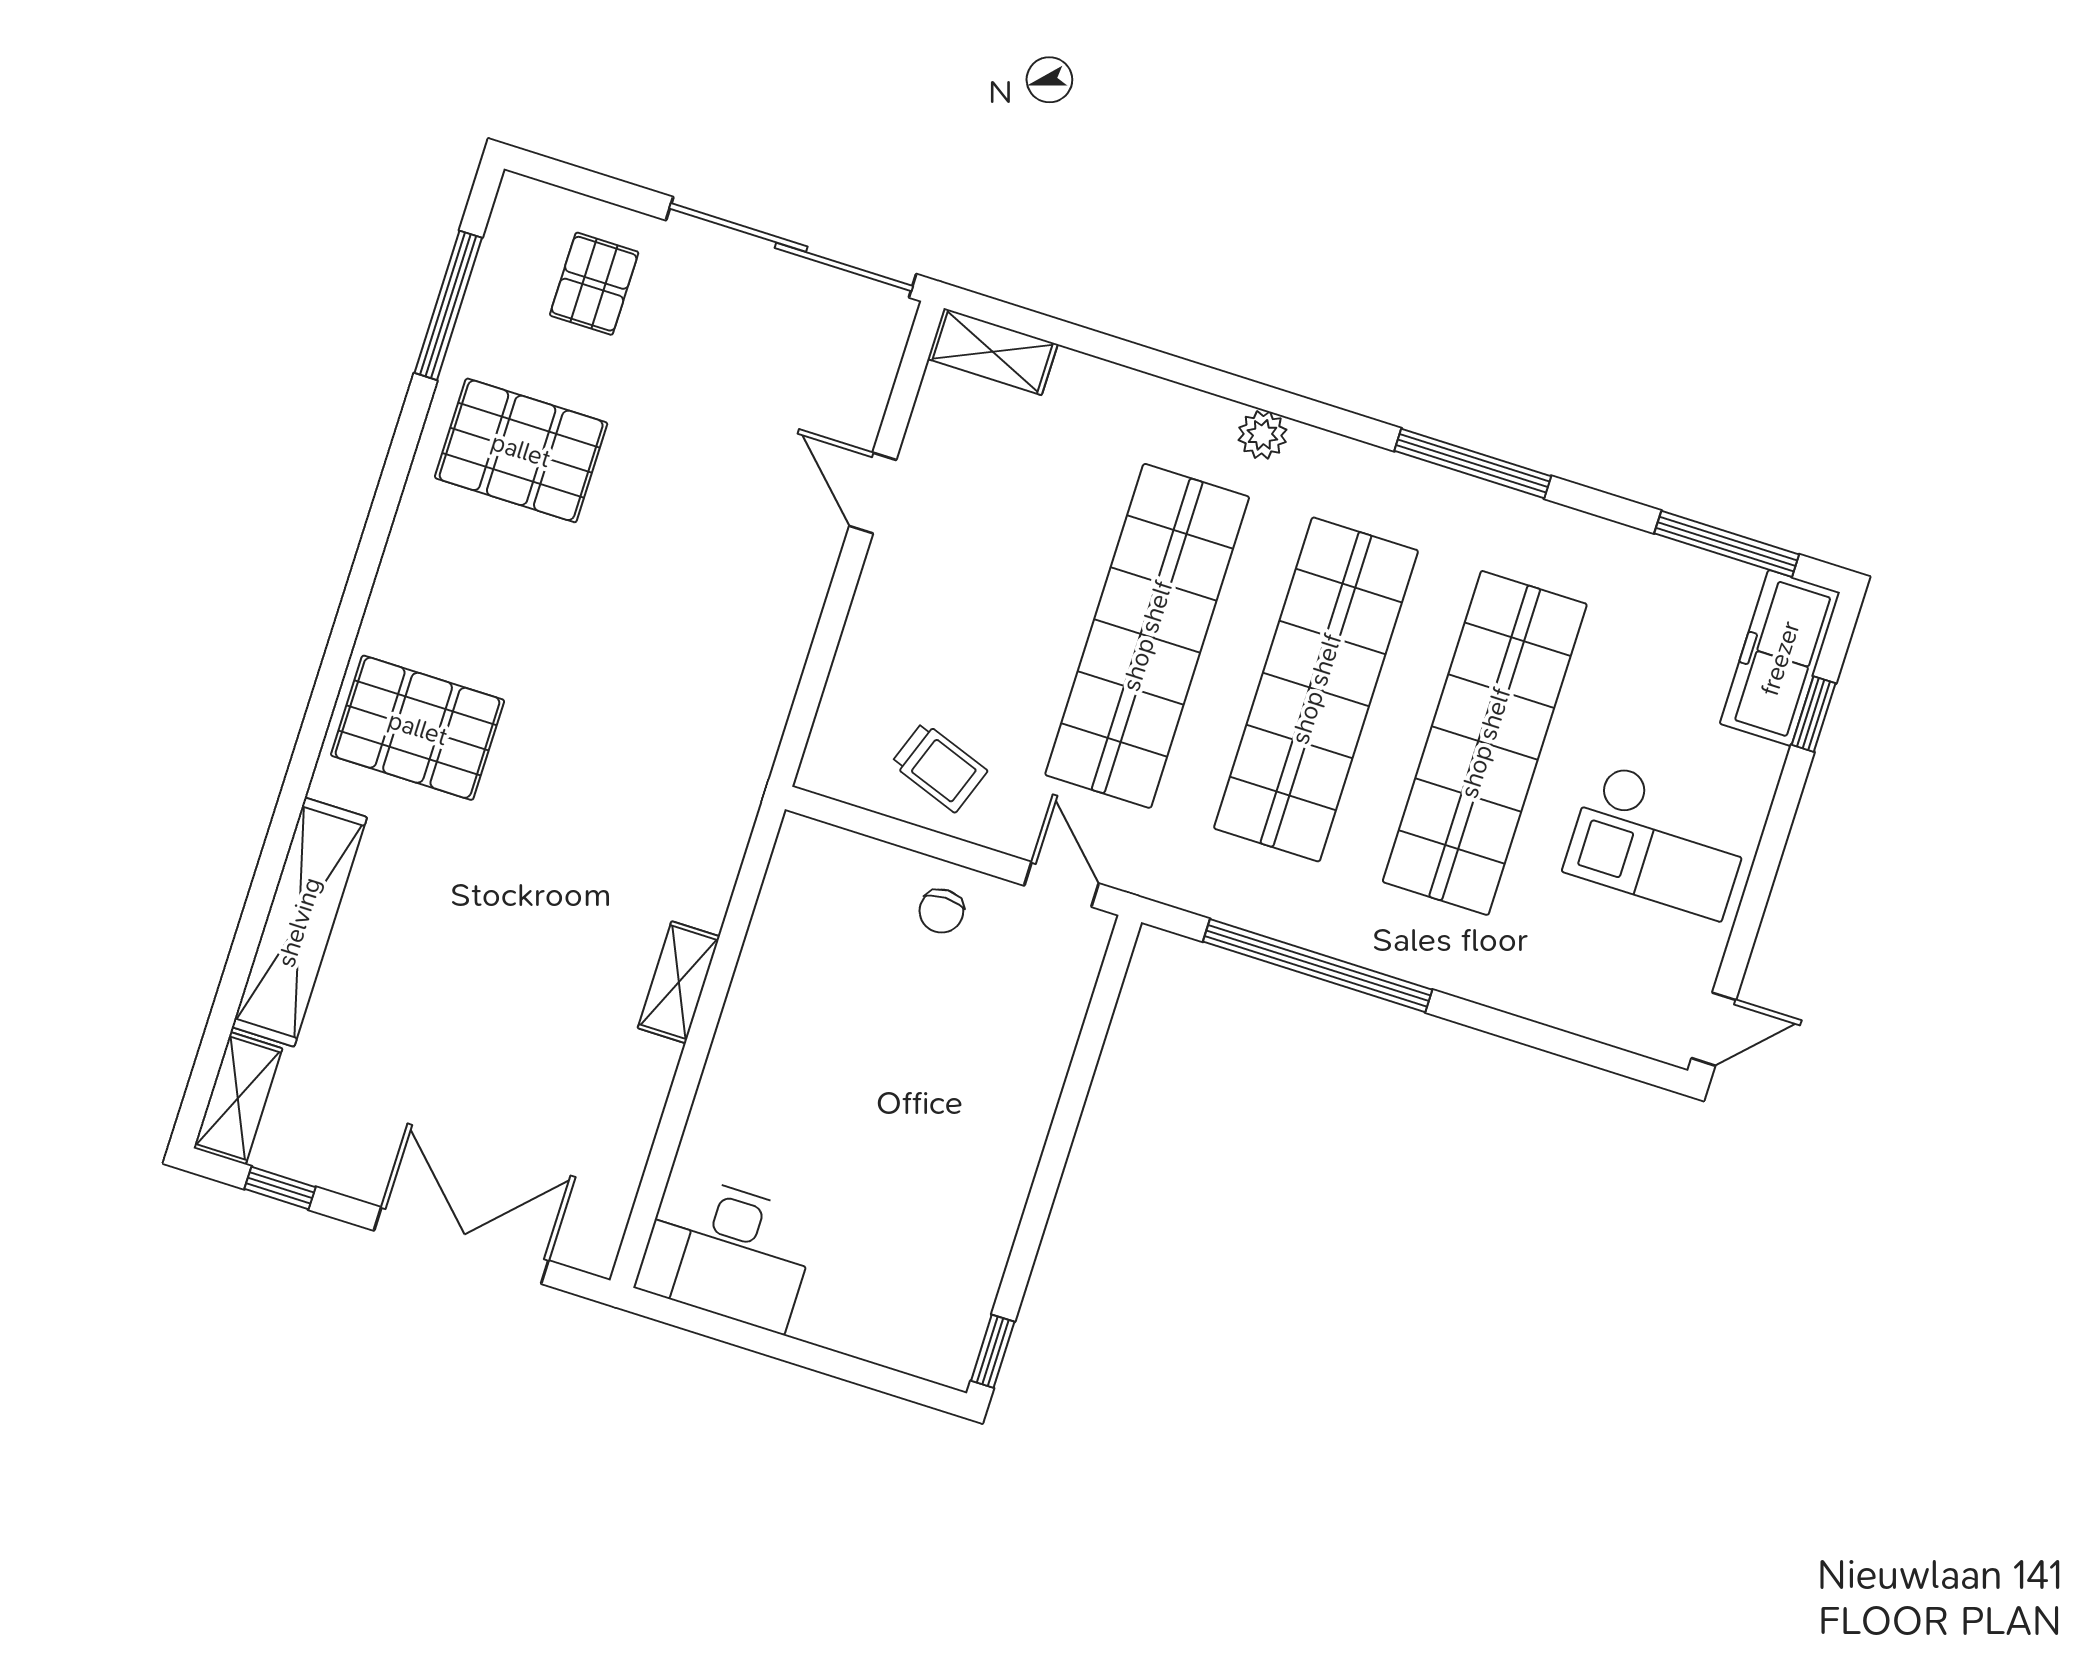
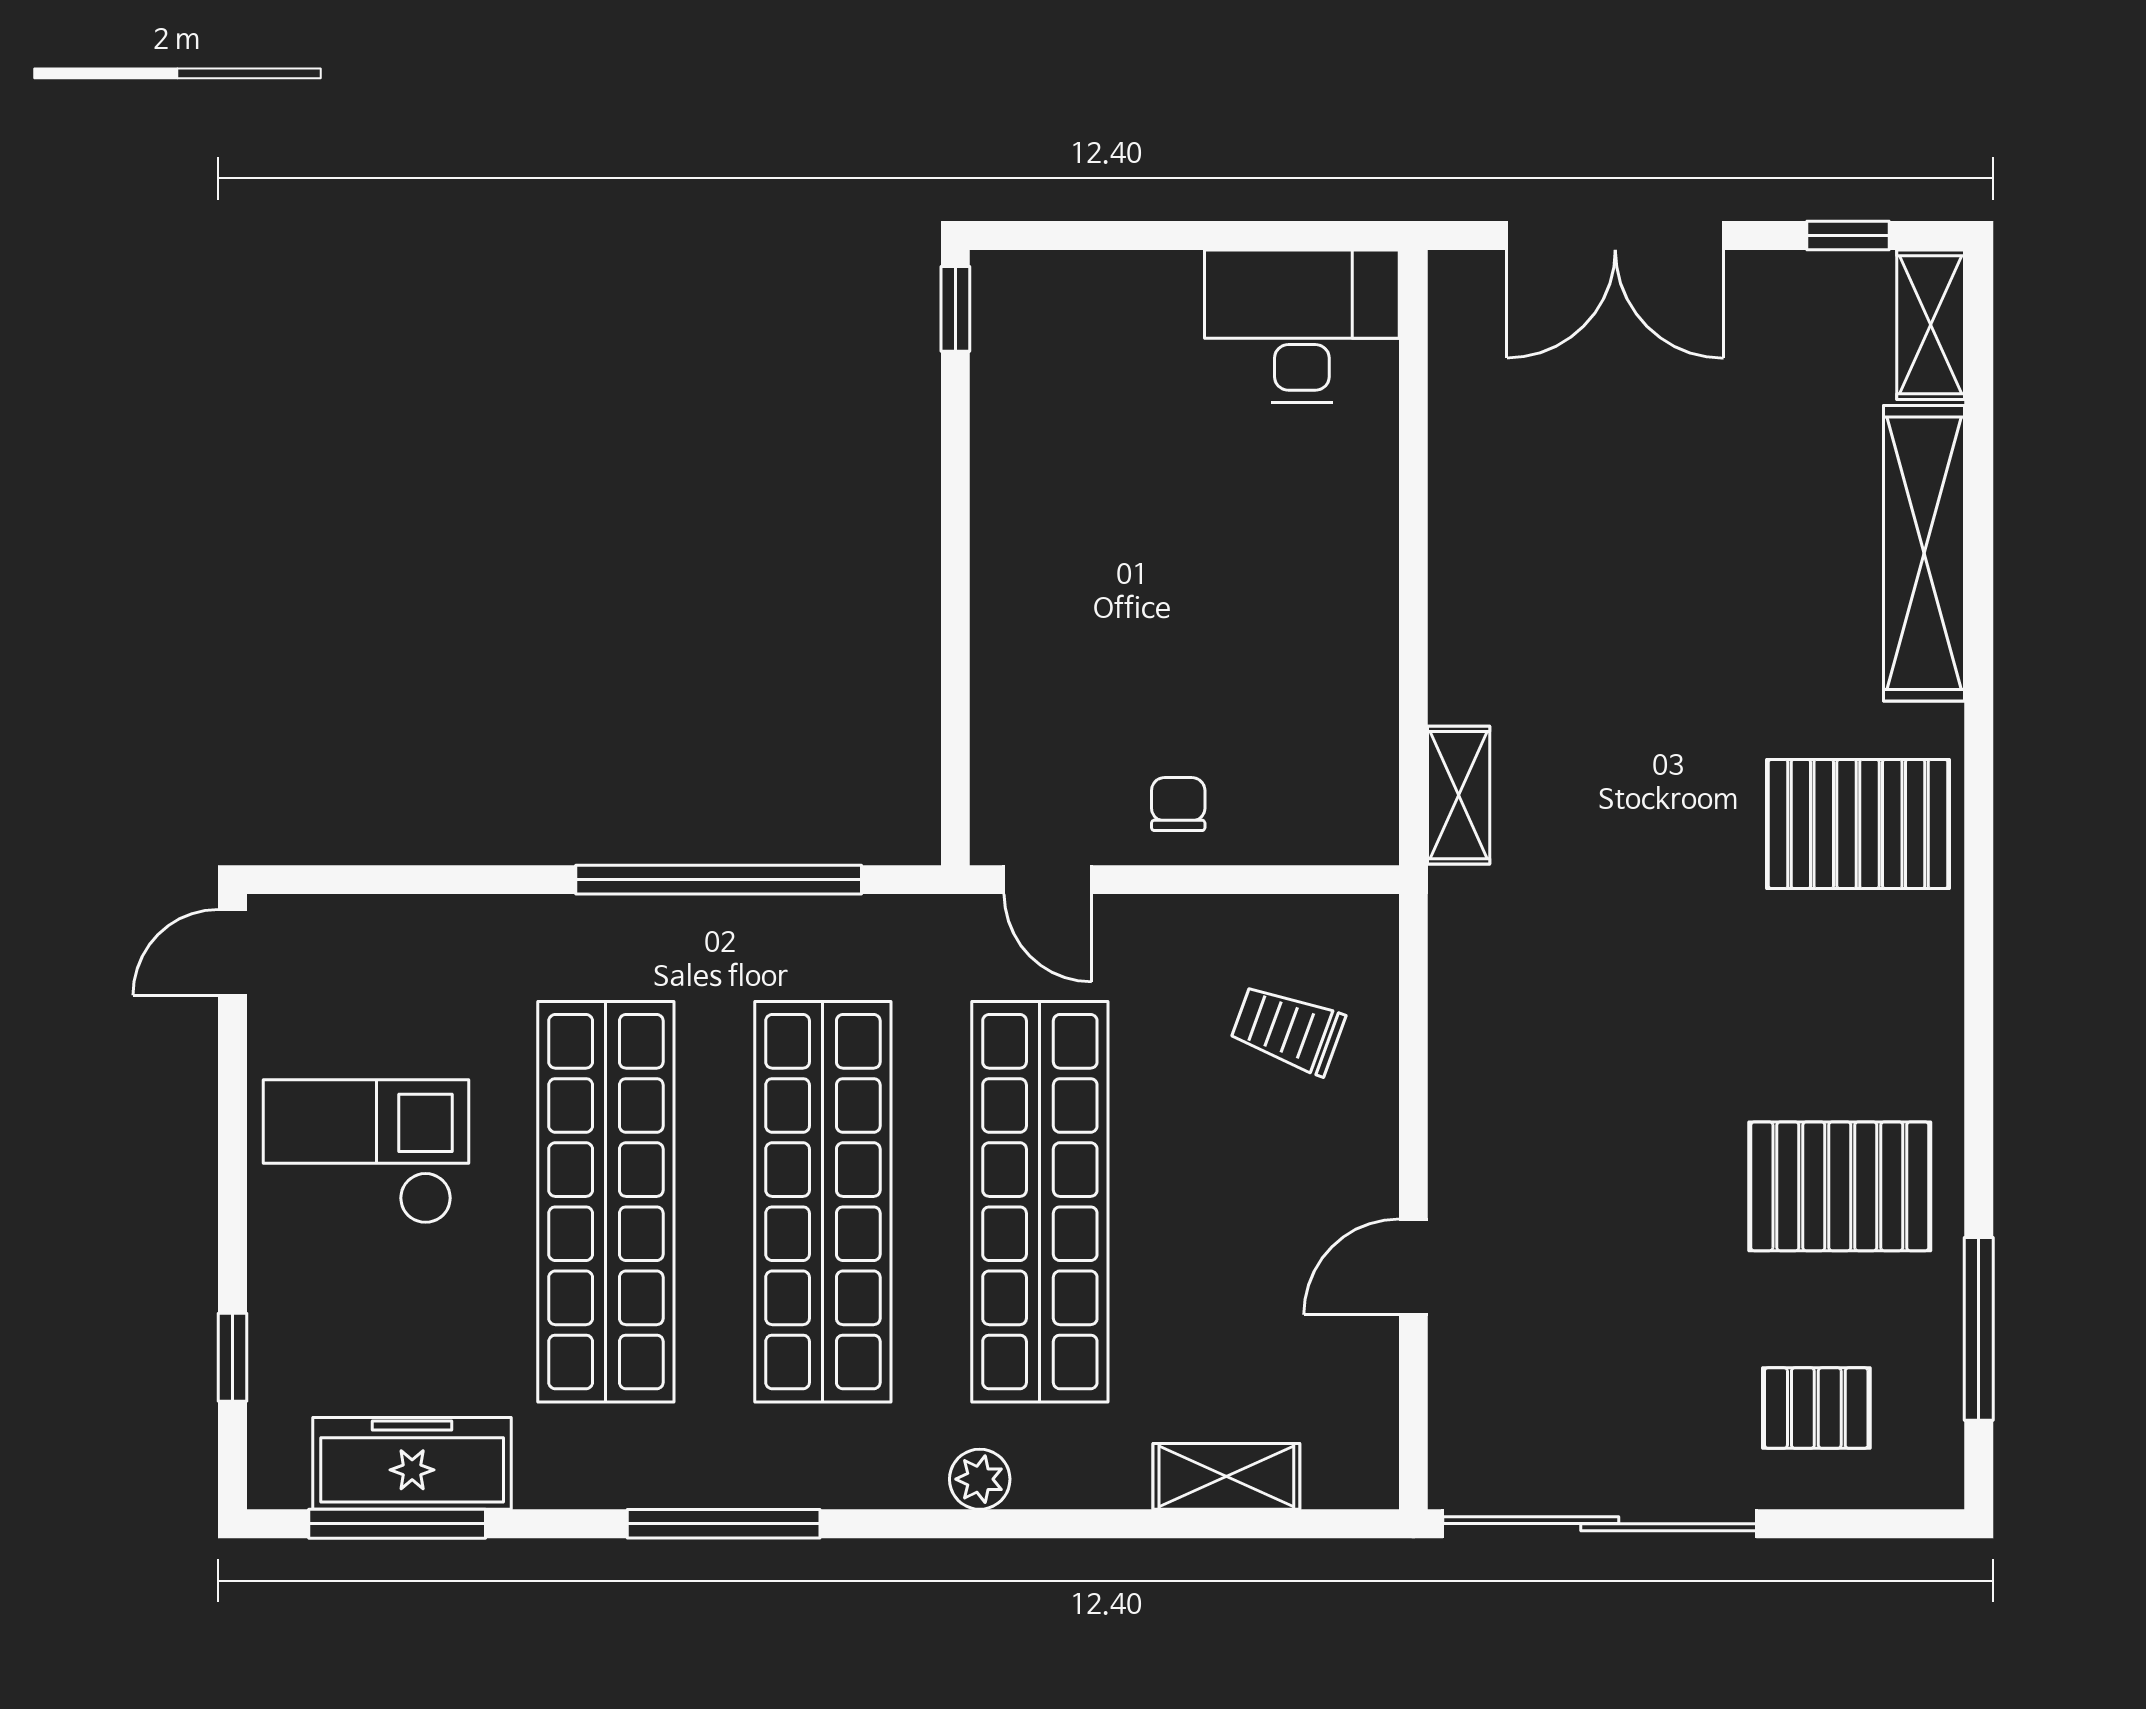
pallet: (594, 284) -> (1816, 1408), turned 90
shelving: (993, 352) -> (1226, 1476), moved
door: (873, 493) -> (1413, 1267), swing flipped
freezer: (1780, 658) -> (412, 1463), moved, turned -90
trolley: (939, 767) -> (1288, 1029), moved
shelving: (679, 982) -> (1459, 795), moved

